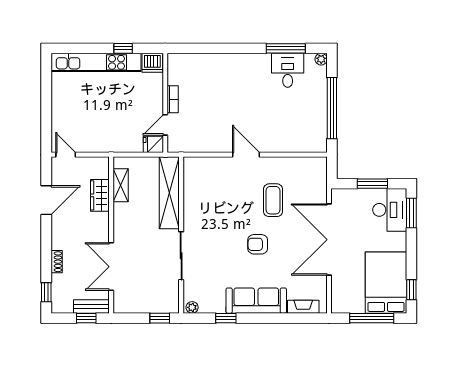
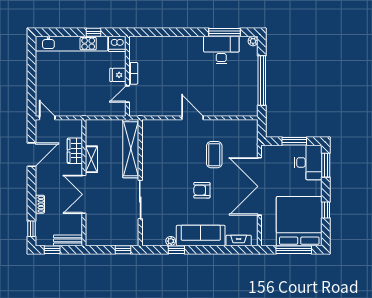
desk: (288, 70) -> (221, 50), width x1.37
fridge: (153, 144) -> (118, 75), moved
shelving: (121, 185) -> (91, 159), moved
double door: (111, 267) -> (84, 194), moved
bed: (386, 283) -> (299, 221), width x1.36
window: (411, 290) -> (326, 210), moved
plant: (192, 307) -> (171, 241), moved
window: (86, 318) -> (52, 250), moved

